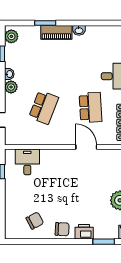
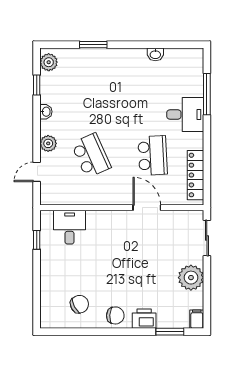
washbasin: (79, 30) -> (155, 54), moved
piano: (56, 32) -> (108, 57), removed
plant: (11, 87) -> (48, 143), moved
school desk: (44, 107) -> (91, 155), turned -45

